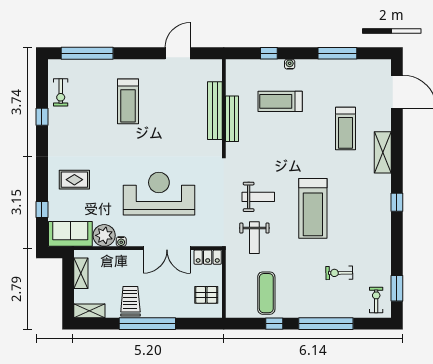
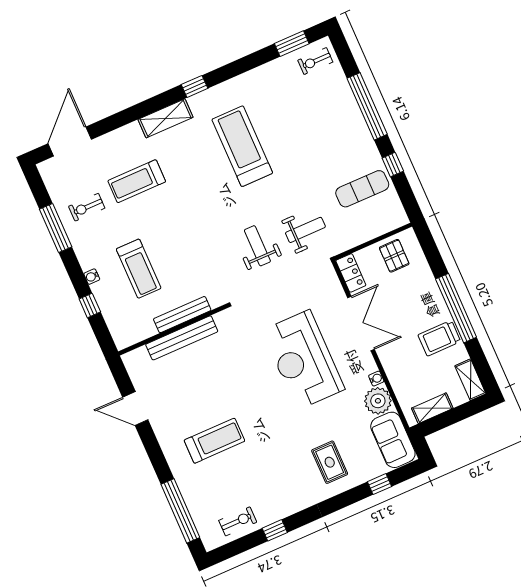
treadmill: (346, 129) -> (137, 181), turned 180
shelving: (383, 152) -> (166, 118), moved
treadmill: (313, 208) -> (242, 146), moved, turned -90
exercise bike: (339, 273) -> (87, 207), moved, turned 91

